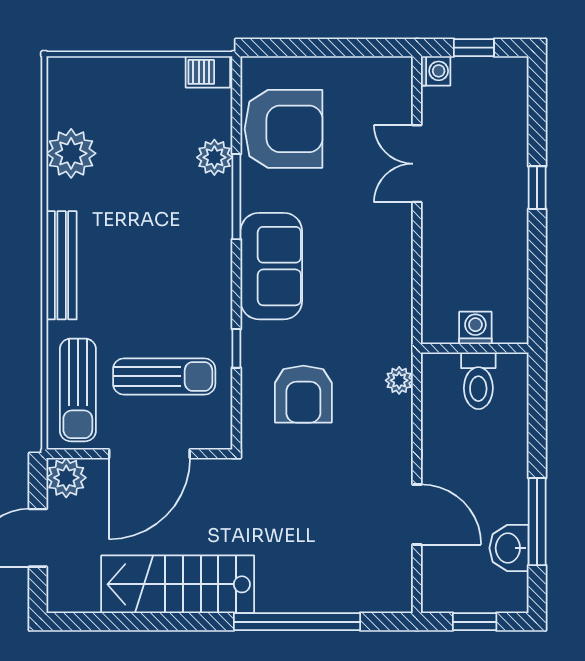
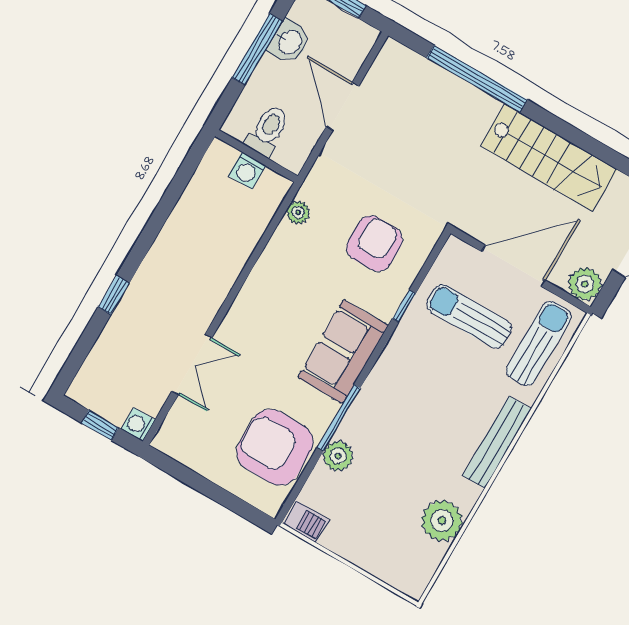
washing machine: (475, 328) -> (247, 171), moved
wall: (475, 348) -> (256, 156), moved
toilet: (478, 381) -> (268, 131), moved

